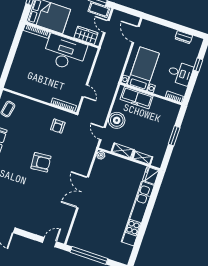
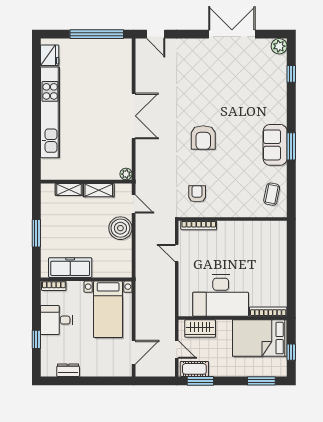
door: (136, 34) -> (134, 352), hinge flipped
freezer: (137, 98) -> (70, 268), moved
armchair: (41, 162) -> (203, 137), turned -85
fridge: (151, 175) -> (50, 55), moved
door: (49, 242) -> (156, 34), hinge flipped

